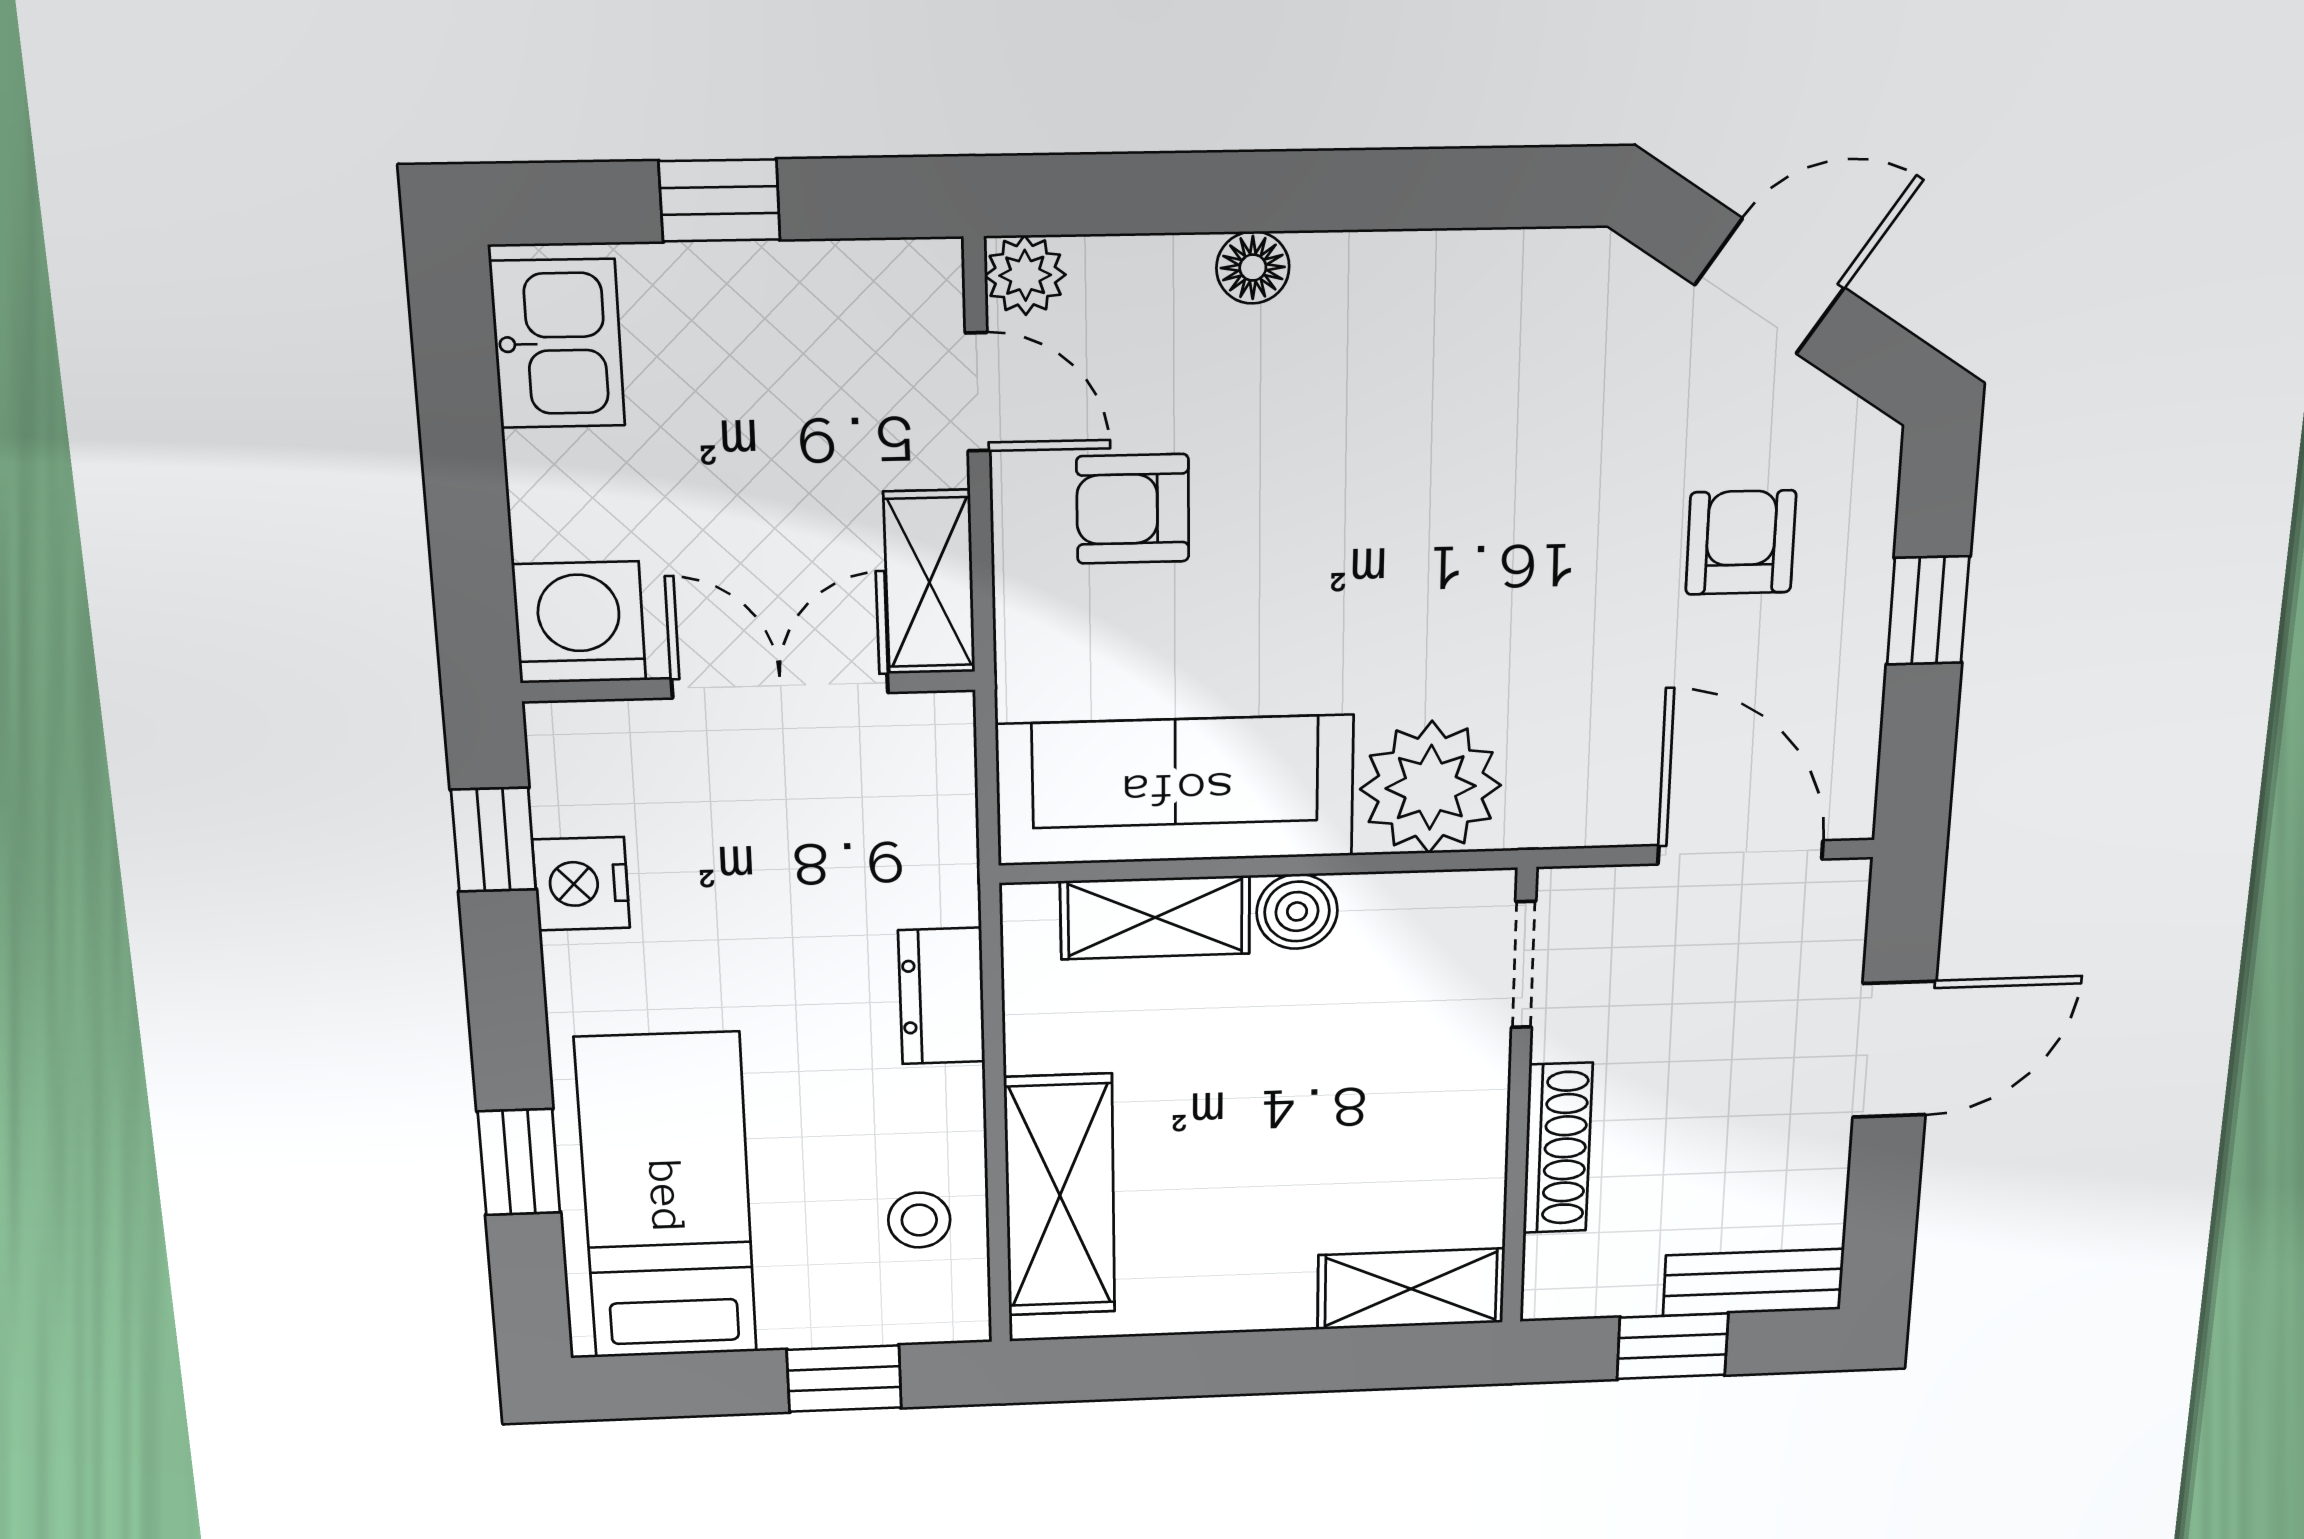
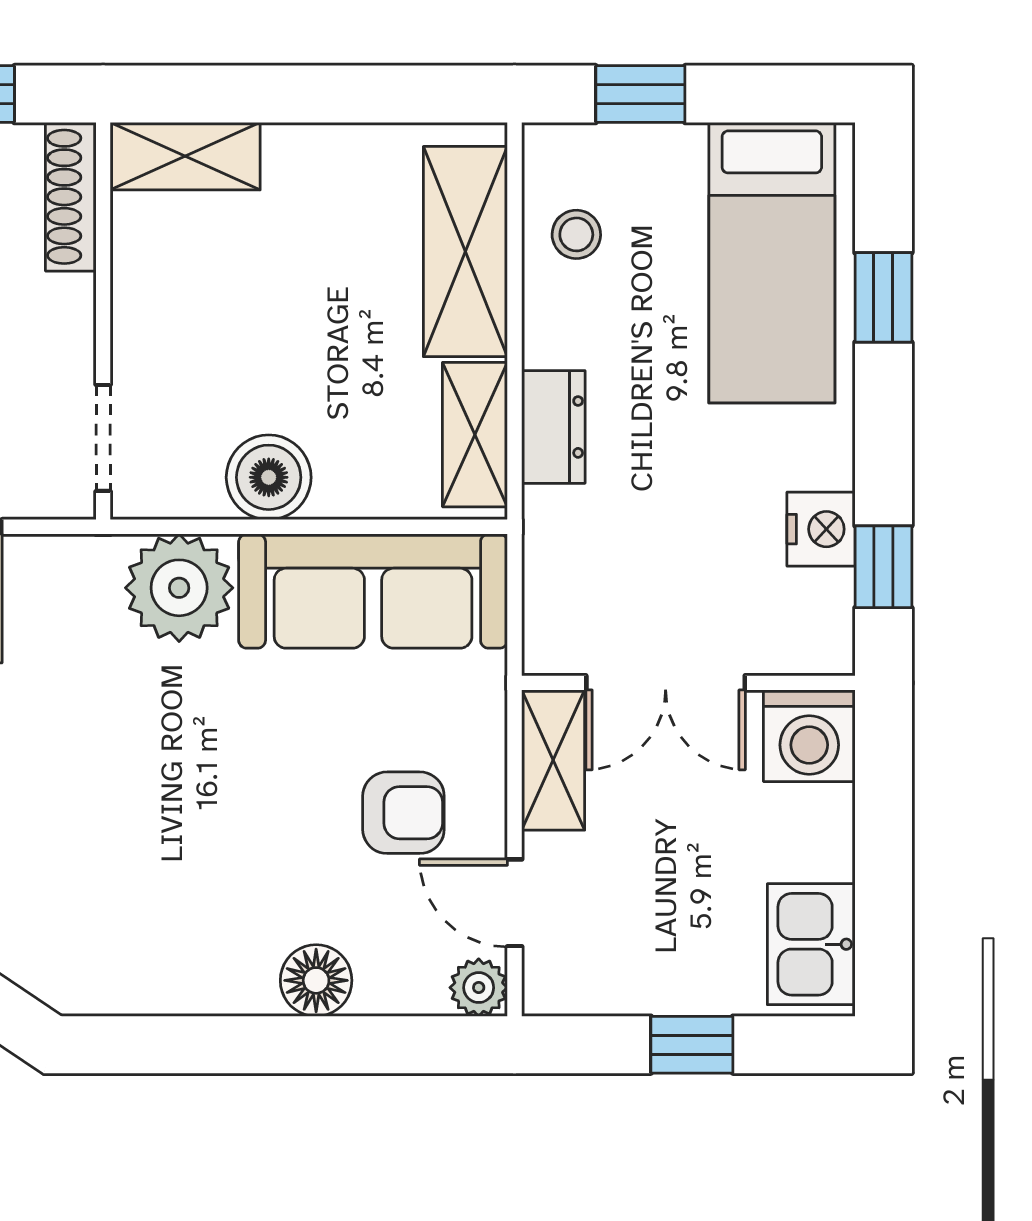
floor lamp: (1253, 268) -> (316, 980), width x1.37, depth x1.37
boiler: (1297, 911) -> (269, 477), width x1.36, depth x1.36
shelving: (1155, 917) -> (475, 435), moved, turned 90
shoe rack: (1558, 1148) -> (71, 197), moved

